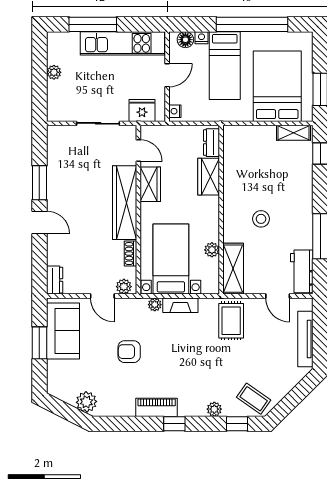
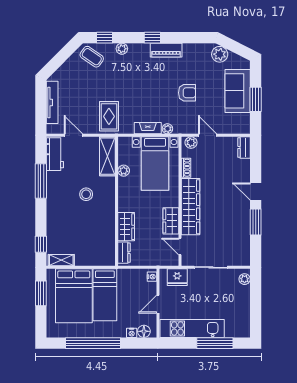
bed: (225, 66) -> (105, 295), moved, turned 180
plant: (54, 72) -> (245, 279), moved
sofa: (63, 331) -> (238, 91), moved

